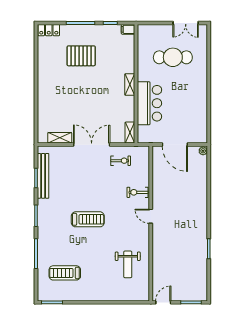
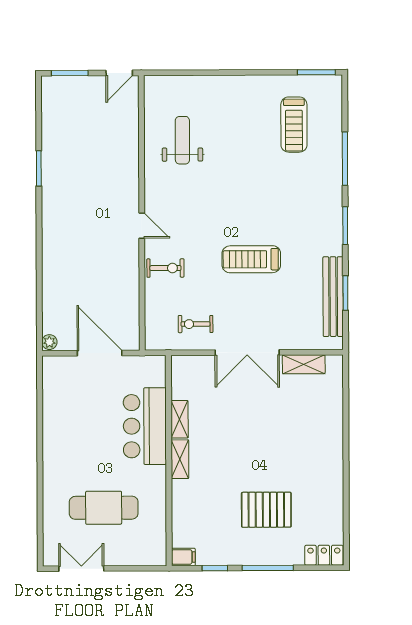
shelving: (130, 133) -> (180, 419), moved
treadmill: (88, 219) -> (251, 259), moved
treadmill: (65, 273) -> (294, 125), turned 90

